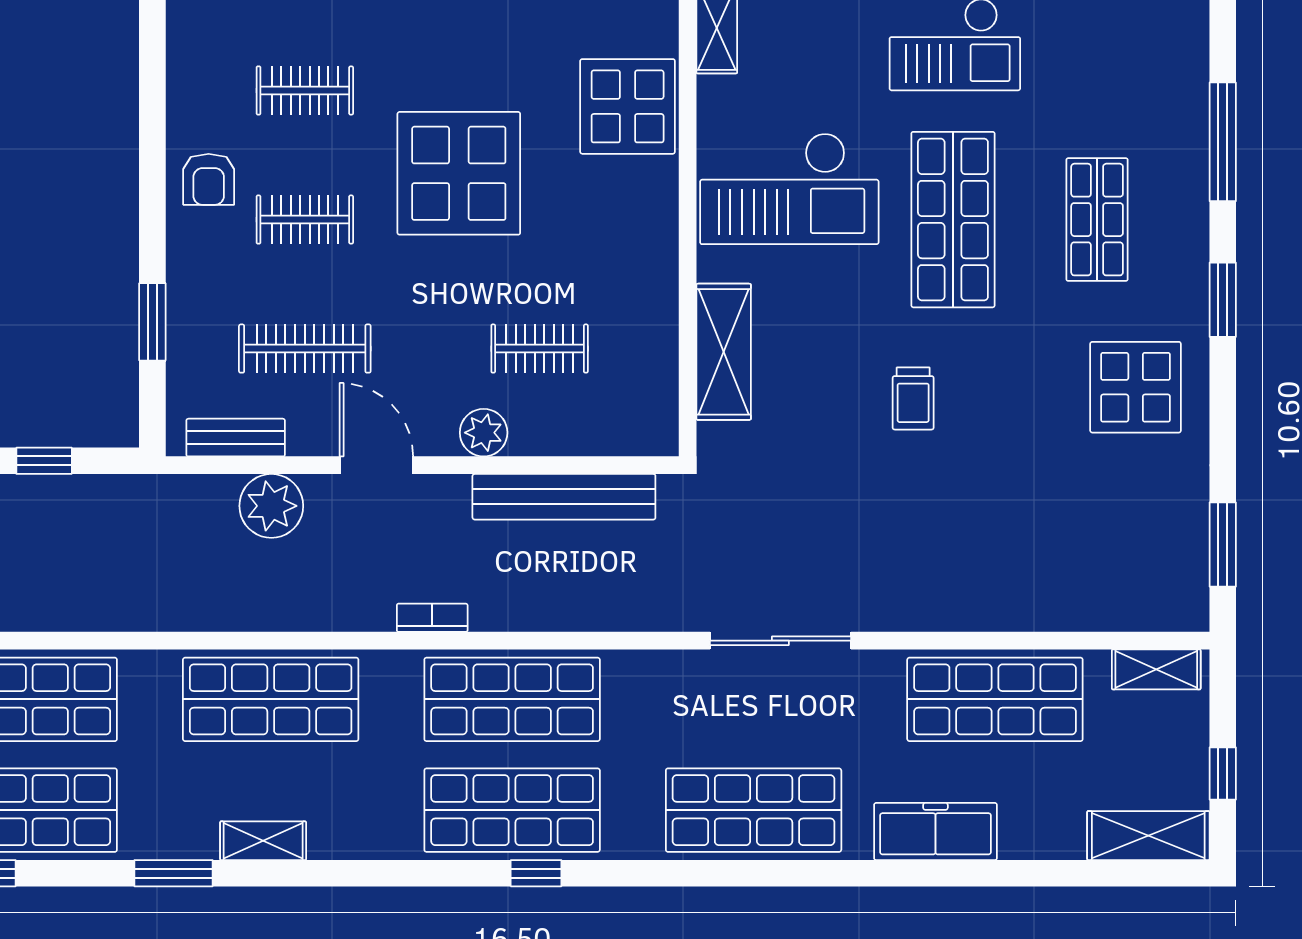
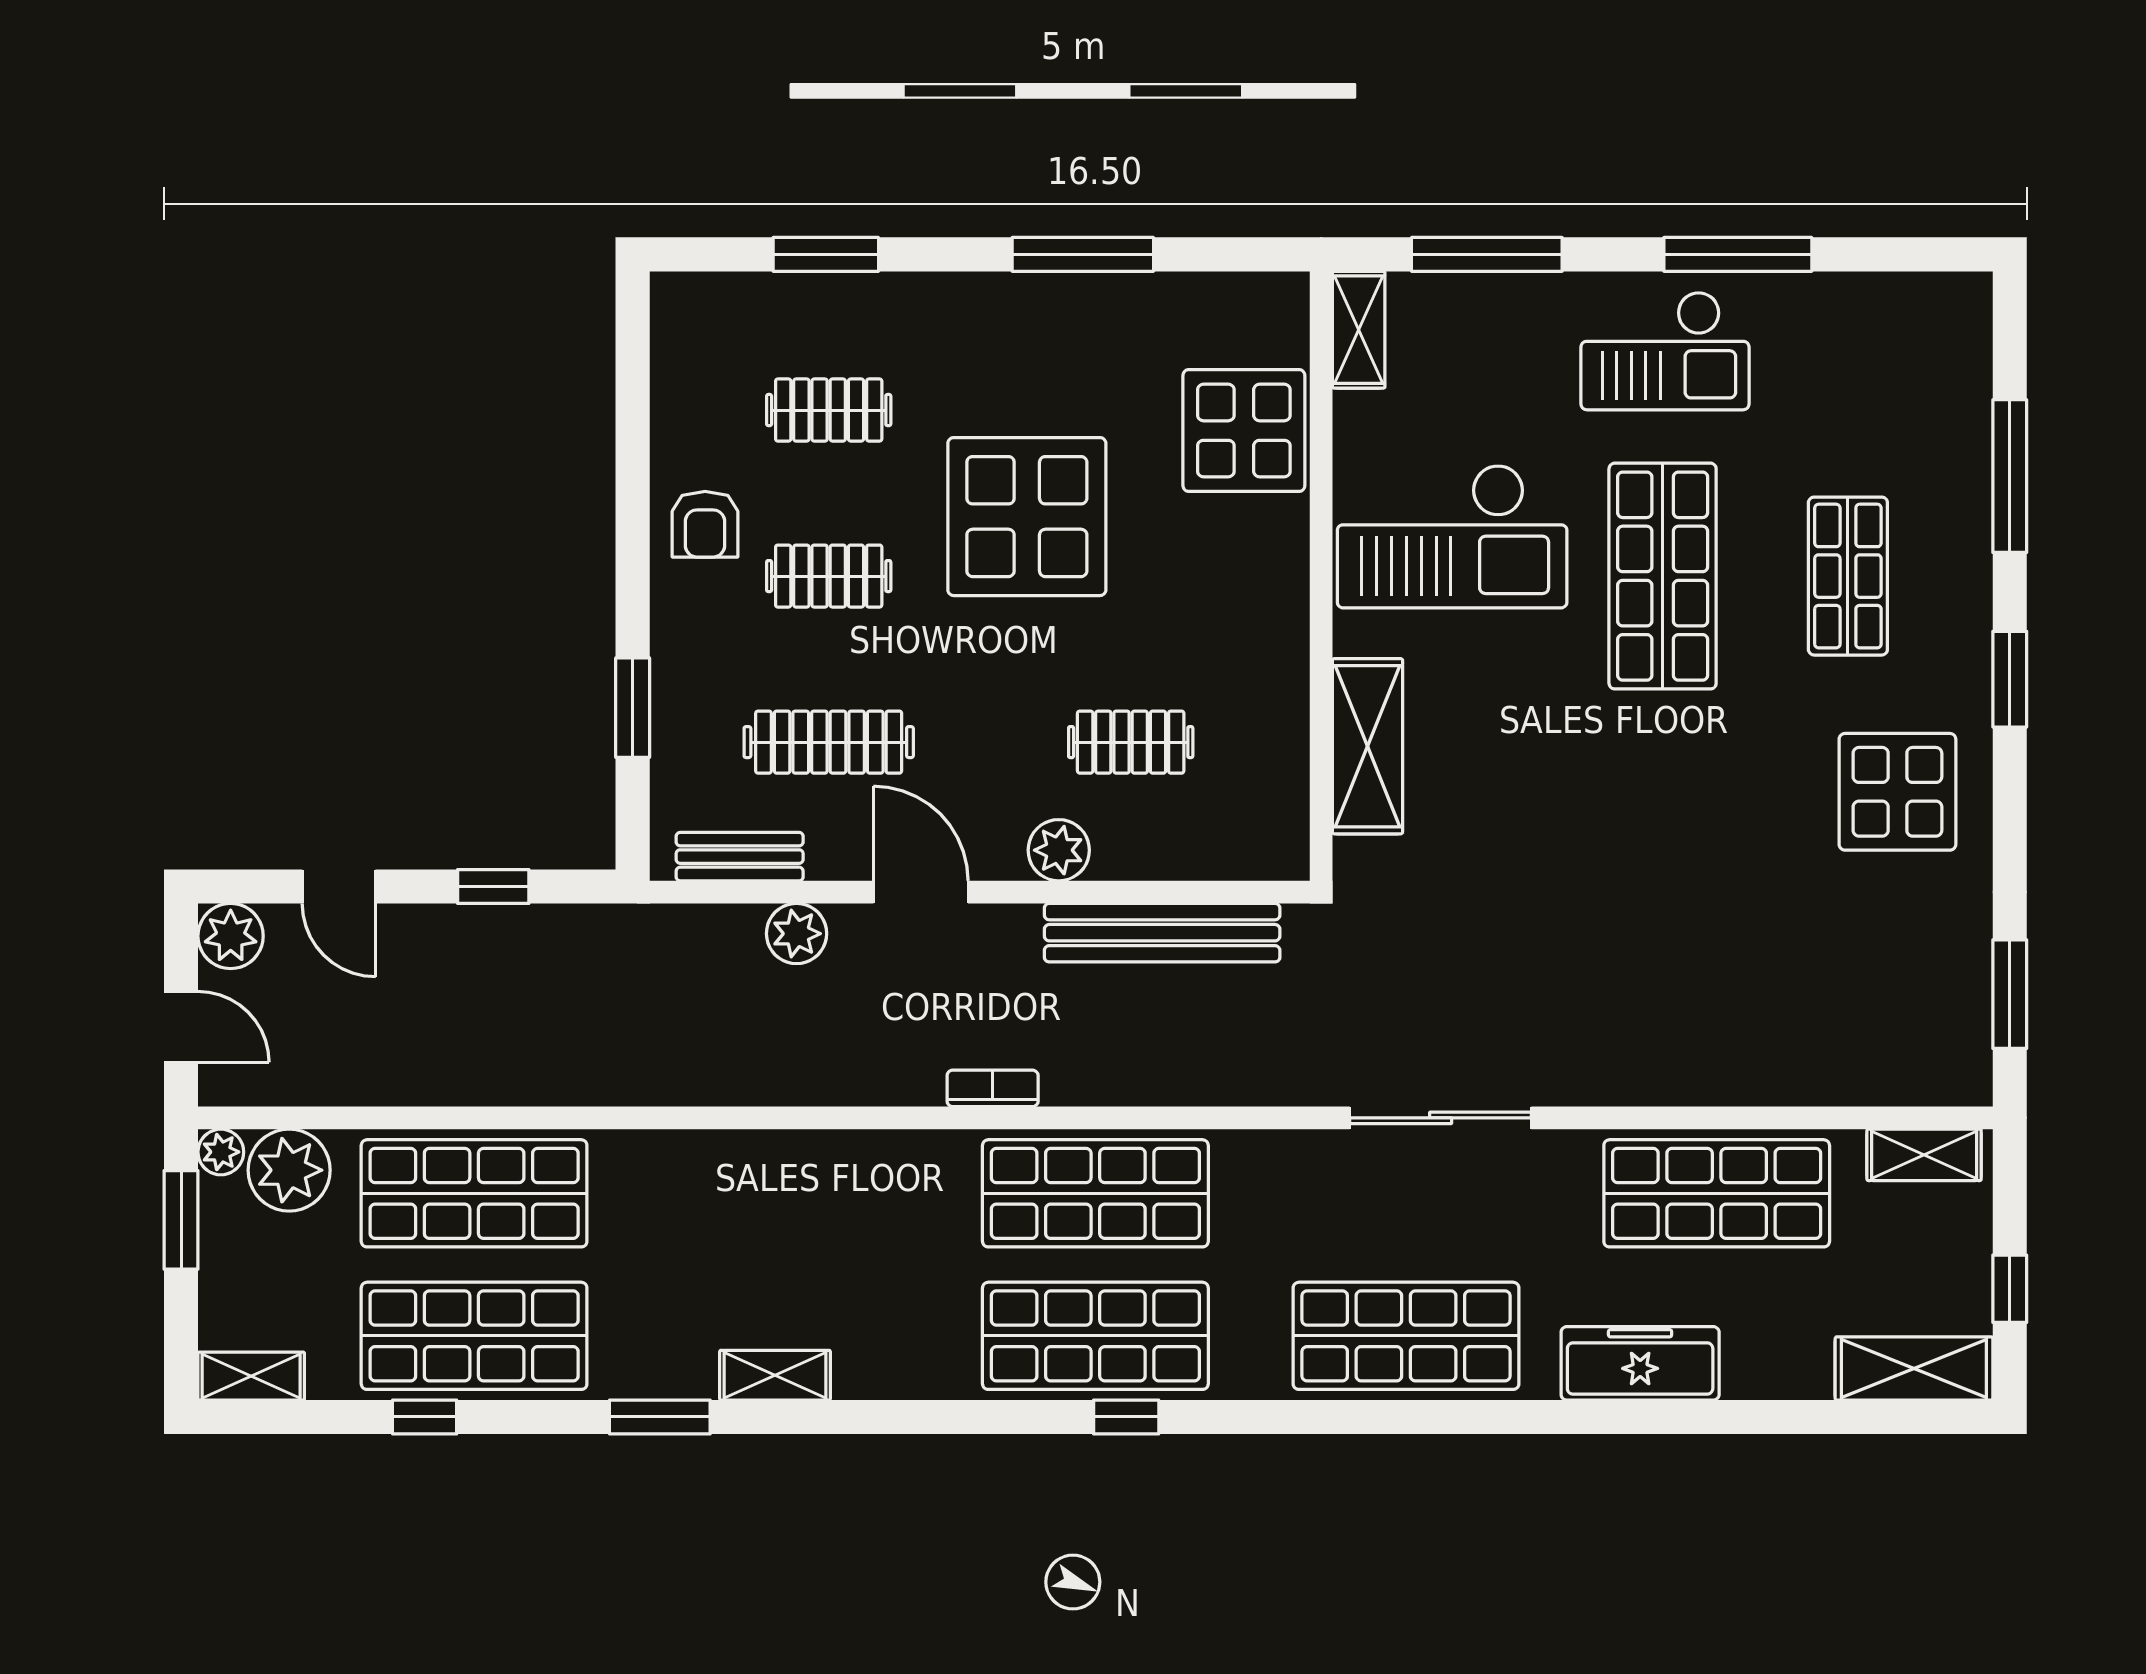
trolley: (913, 398) -> (1611, 806), removed
plant: (271, 506) -> (797, 934), width x0.73, depth x0.73
shop shelf: (271, 699) -> (785, 1193), removed

